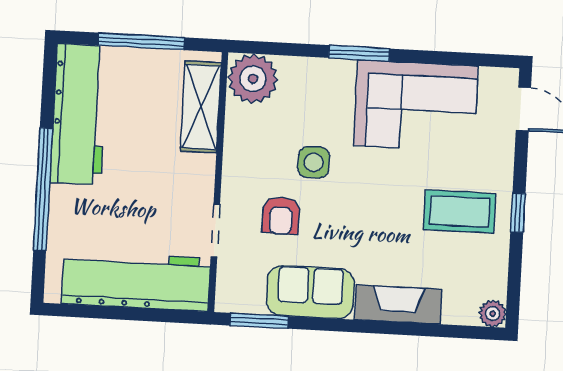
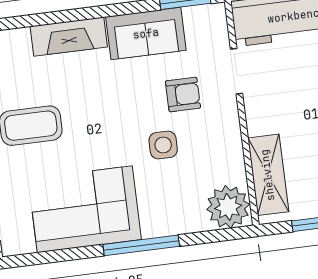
window: (359, 53) -> (141, 245), width x1.44
armchair: (281, 215) -> (183, 94), turned 90

